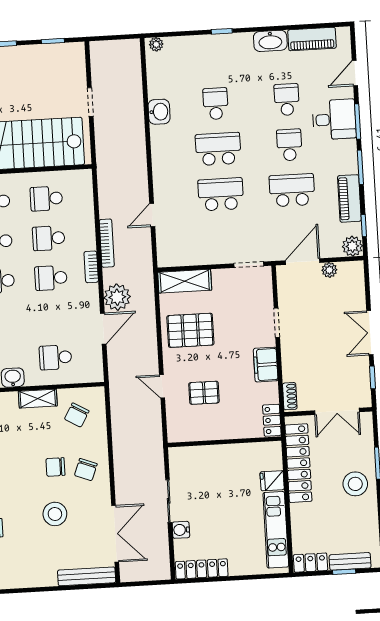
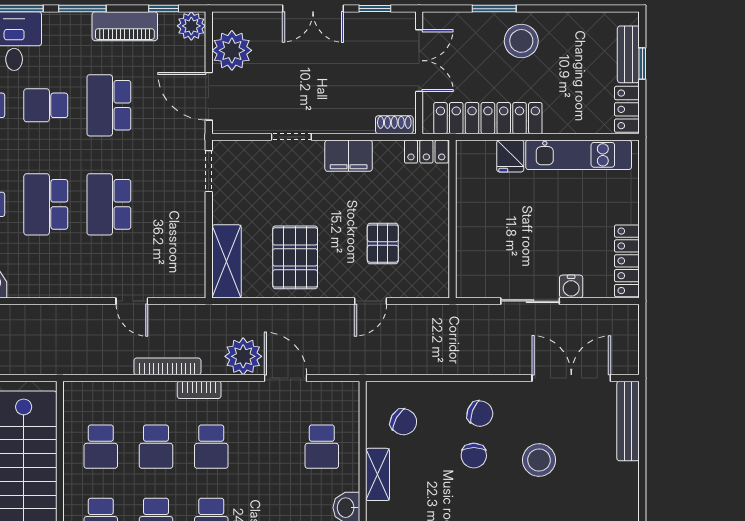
plant: (329, 270) -> (232, 50), width x1.87, depth x1.87

